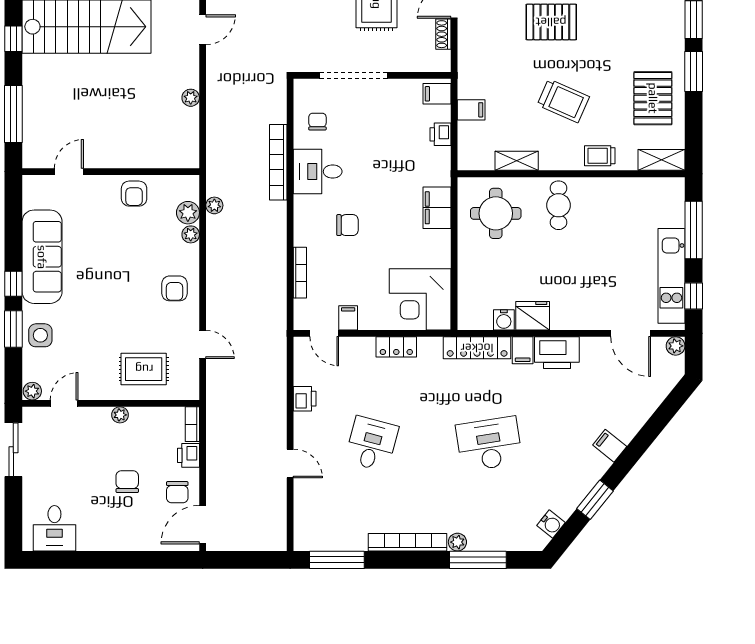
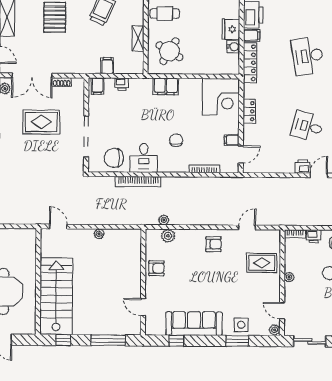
chair: (317, 122) -> (114, 158), width x1.87, depth x1.87
round table: (496, 213) -> (169, 51), turned 31
plant: (191, 234) -> (181, 234), removed
window: (13, 284) -> (177, 341), moved
rug: (144, 369) -> (262, 263), turned 90
printer: (305, 399) -> (303, 167), moved

